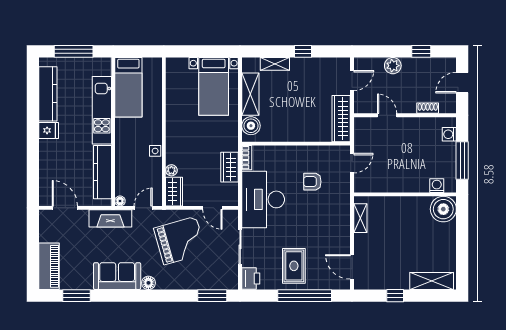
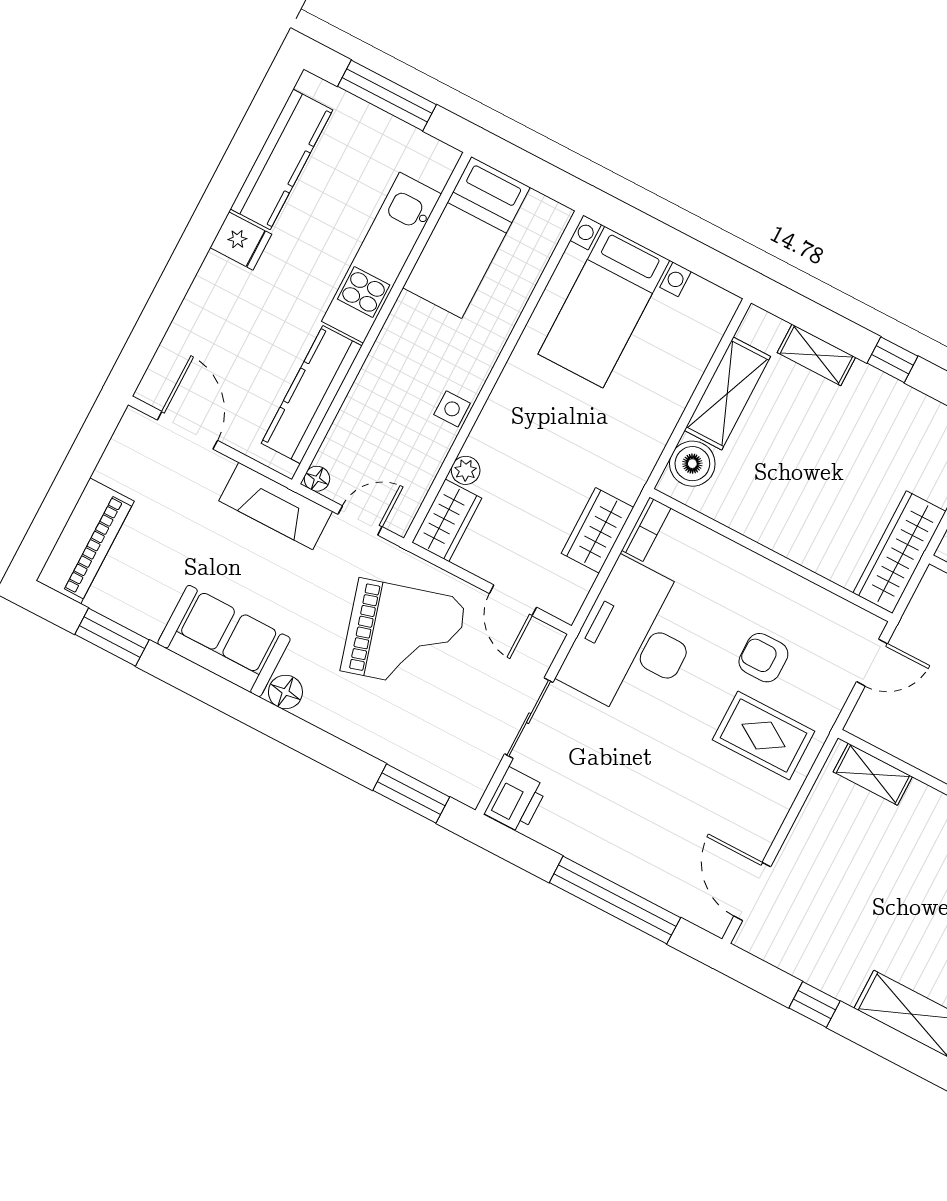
bed with nightstands: (214, 86) -> (604, 307), moved
shelving: (360, 218) -> (873, 774), moved, turned 90
rug: (294, 266) -> (764, 736), moved, turned 90

